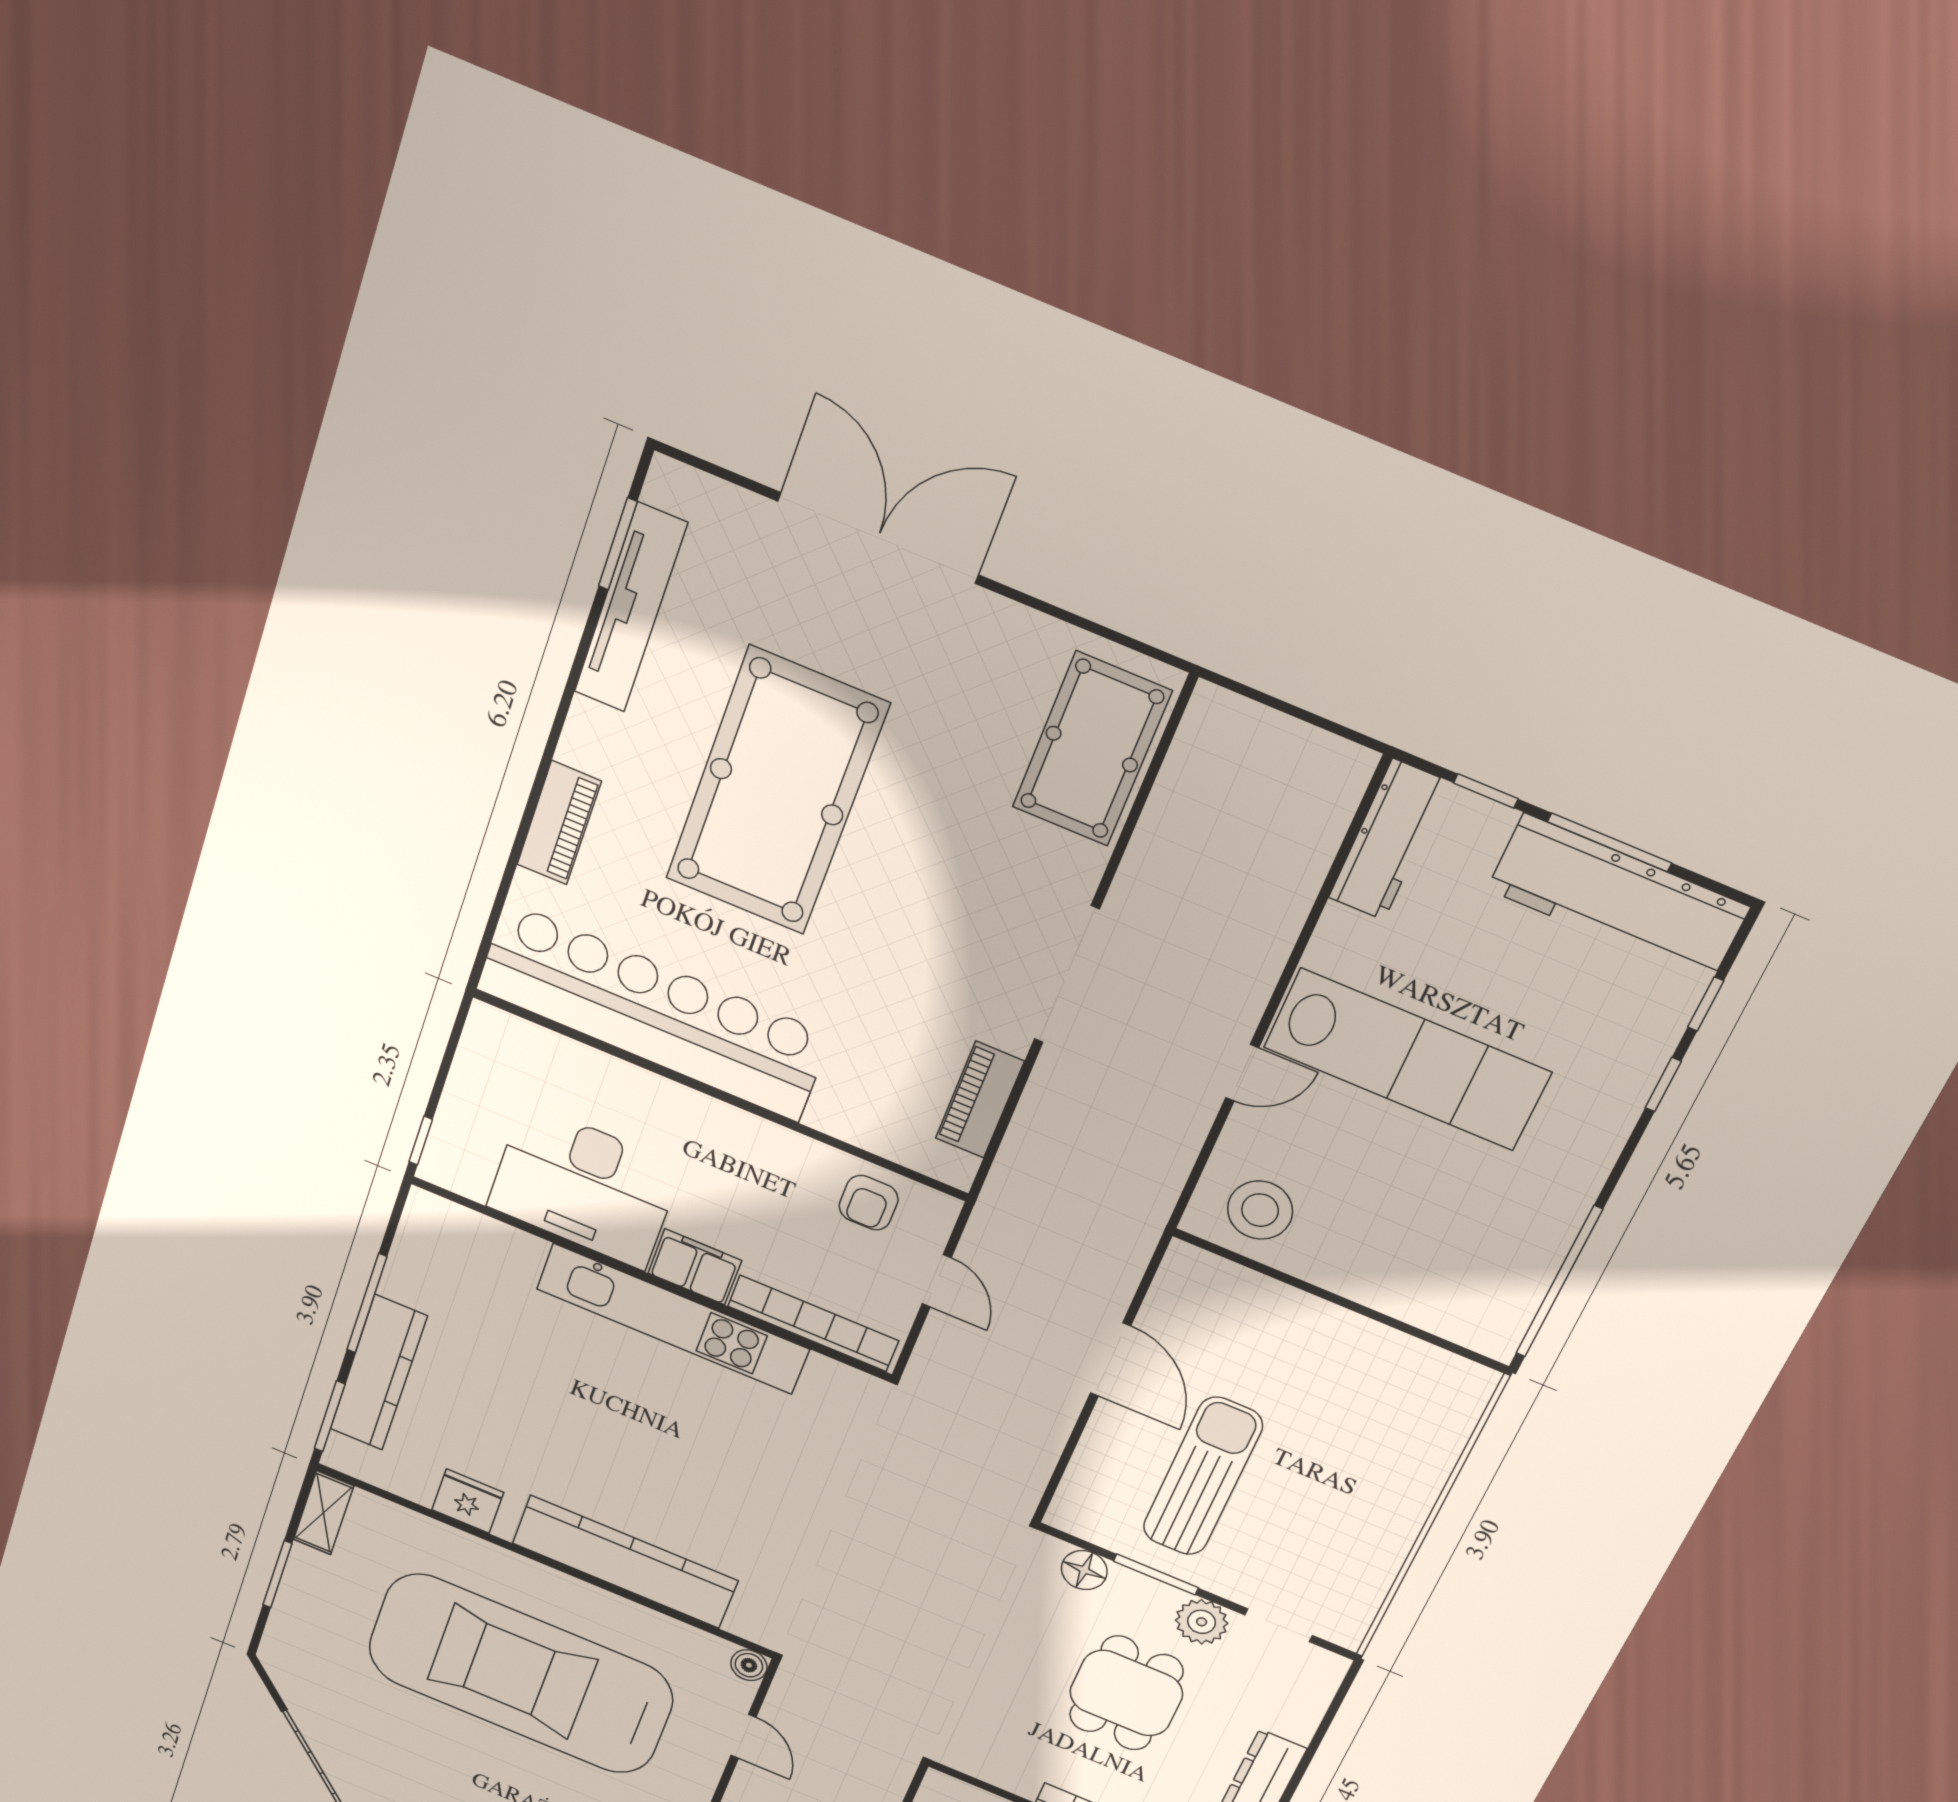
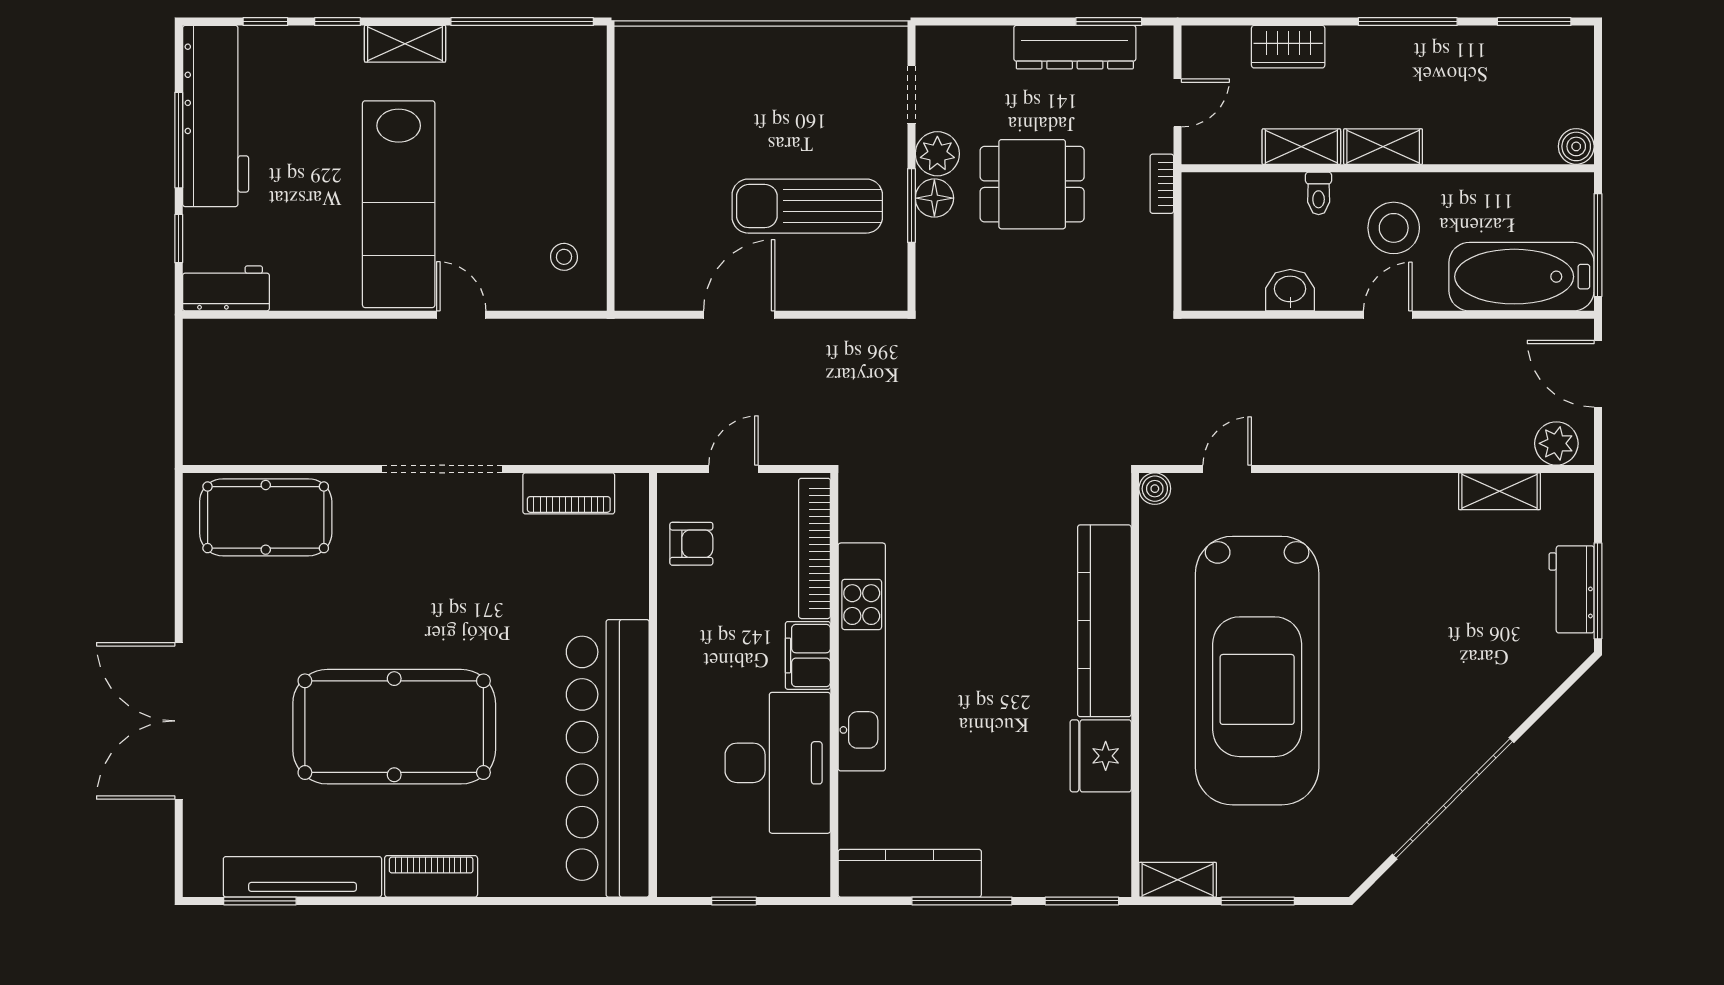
piano: (559, 823) -> (431, 876), moved
workbench: (1388, 840) -> (226, 288), width x0.73
lab bench: (1407, 1060) -> (399, 204), turned 180
window: (421, 1141) -> (734, 901), moved
shelving: (1598, 1147) -> (405, 44), added
stool: (1260, 1210) -> (564, 257), width x0.53, depth x0.53
kitchen counter: (378, 1373) -> (910, 873), moved
fridge: (468, 1501) -> (1101, 756), width x1.36, depth x1.34
floor lamp: (1084, 1570) -> (934, 198), moved

